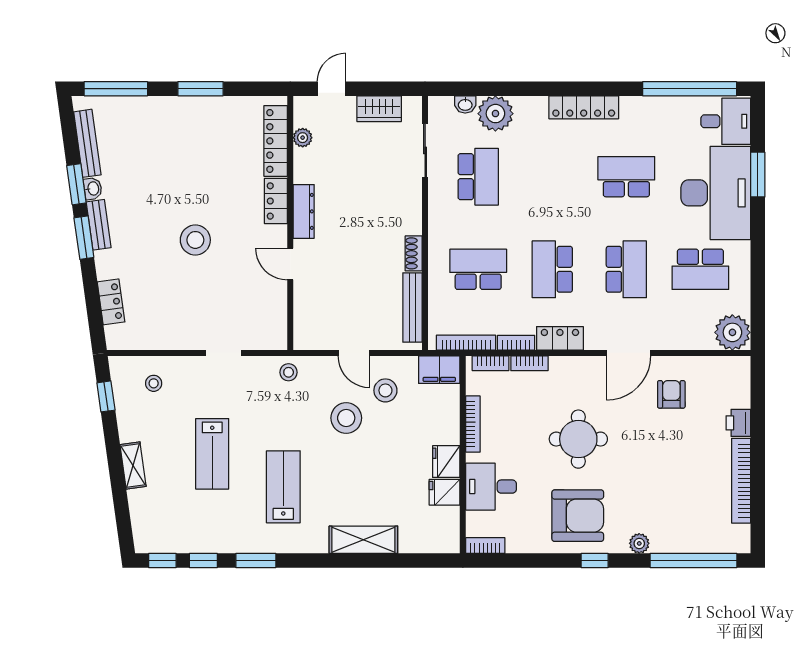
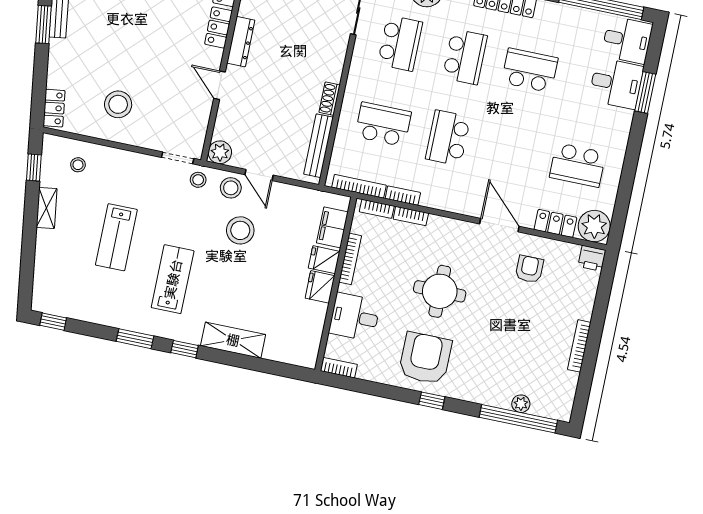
desk: (716, 193) -> (616, 83), width x0.53, depth x0.77
stool: (195, 240) -> (118, 104), moved
school desk: (626, 269) -> (465, 57), moved
locker: (111, 302) -> (54, 108), moved
plant: (306, 337) -> (220, 152), added
locker: (560, 338) -> (555, 223), moved
doorway: (224, 353) -> (178, 158), moved
door: (629, 353) -> (499, 225), swing flipped
filing cabinet: (439, 370) -> (332, 227), moved, turned 90
stool: (385, 390) -> (231, 188), moved
printer: (738, 423) -> (592, 258), moved, turned -90
shelving: (133, 466) -> (47, 208), moved
bookcase: (741, 481) -> (579, 346), width x0.68, depth x0.76
fridge: (445, 492) -> (324, 260), moved
armchair: (578, 516) -> (425, 358), turned -90
plant: (639, 543) -> (521, 404), moved
window: (203, 561) -> (185, 349), moved

